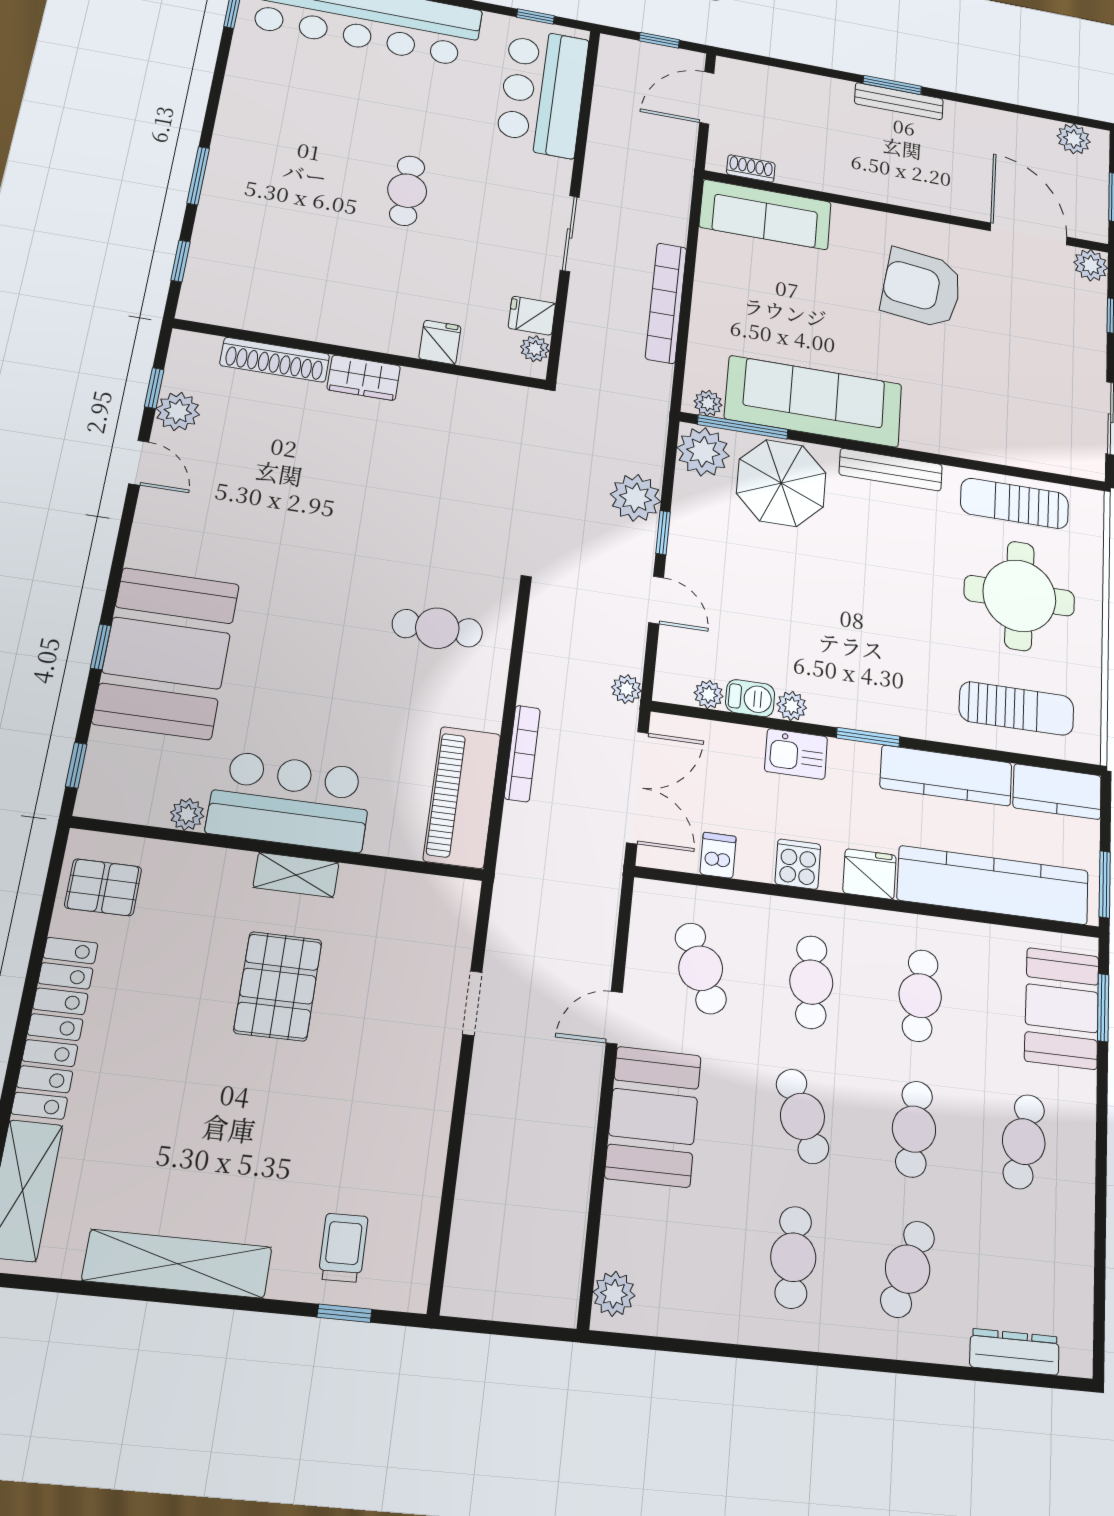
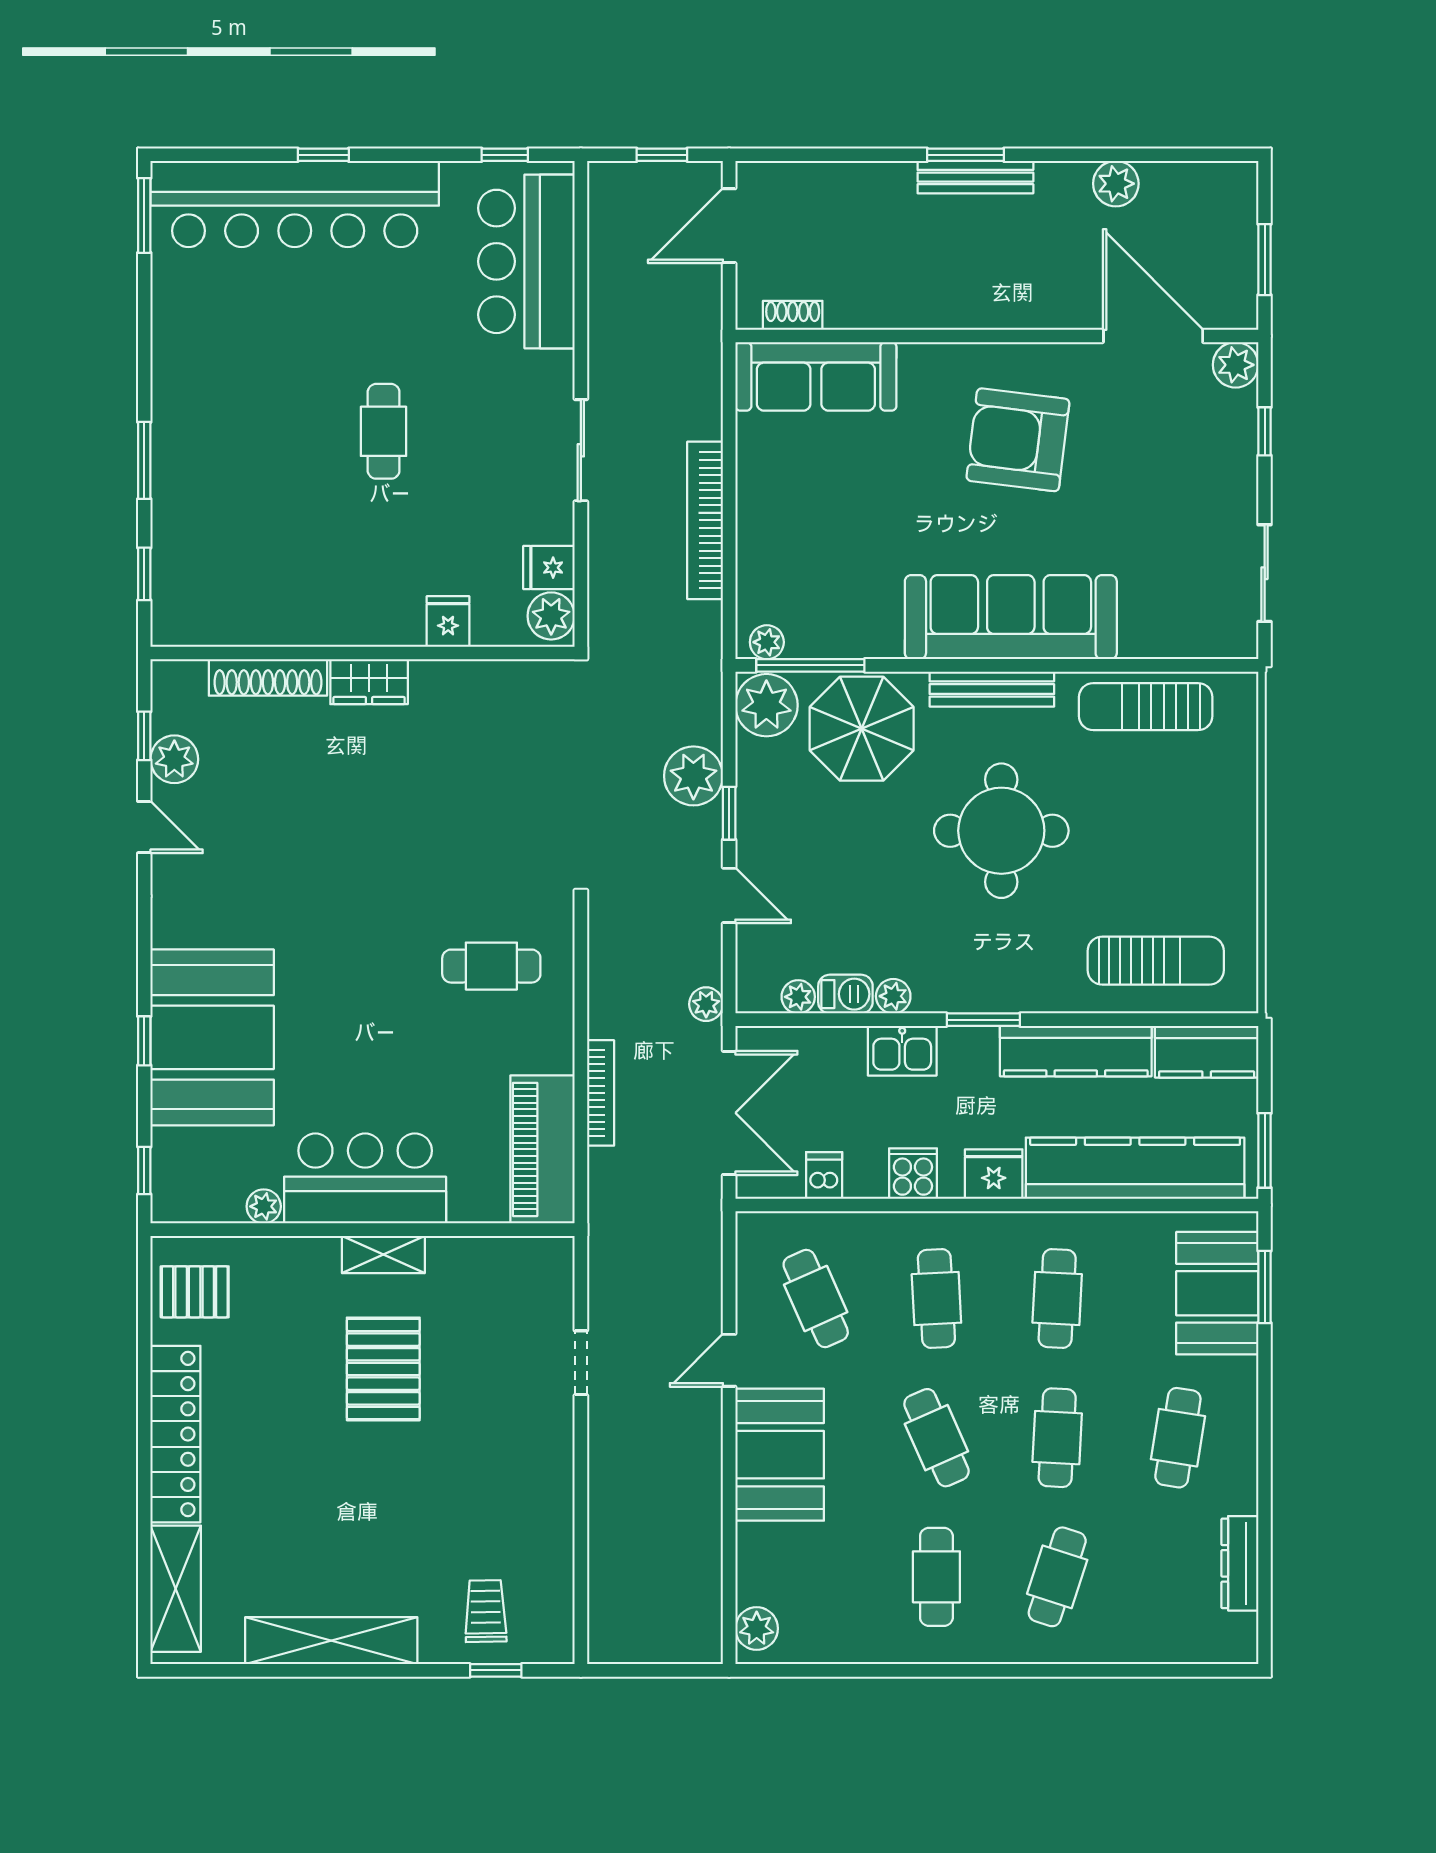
plant: (1074, 139) -> (1116, 184), moved
plant: (535, 349) -> (551, 616), width x1.38, depth x1.38
sofa: (814, 401) -> (1011, 617), moved
round table: (1019, 596) -> (1001, 831), moved
dresser: (1015, 1352) -> (1240, 1563), moved, turned -90

